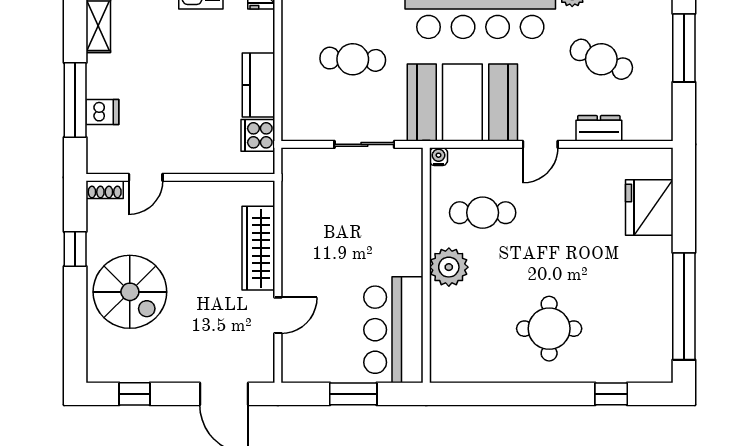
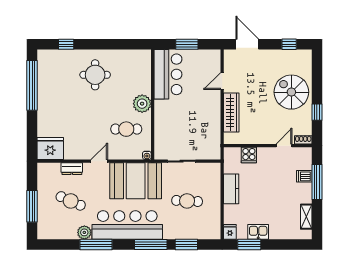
cooker: (258, 135) -> (249, 155), moved, turned 90
fridge: (649, 207) -> (50, 148), moved, turned -90

